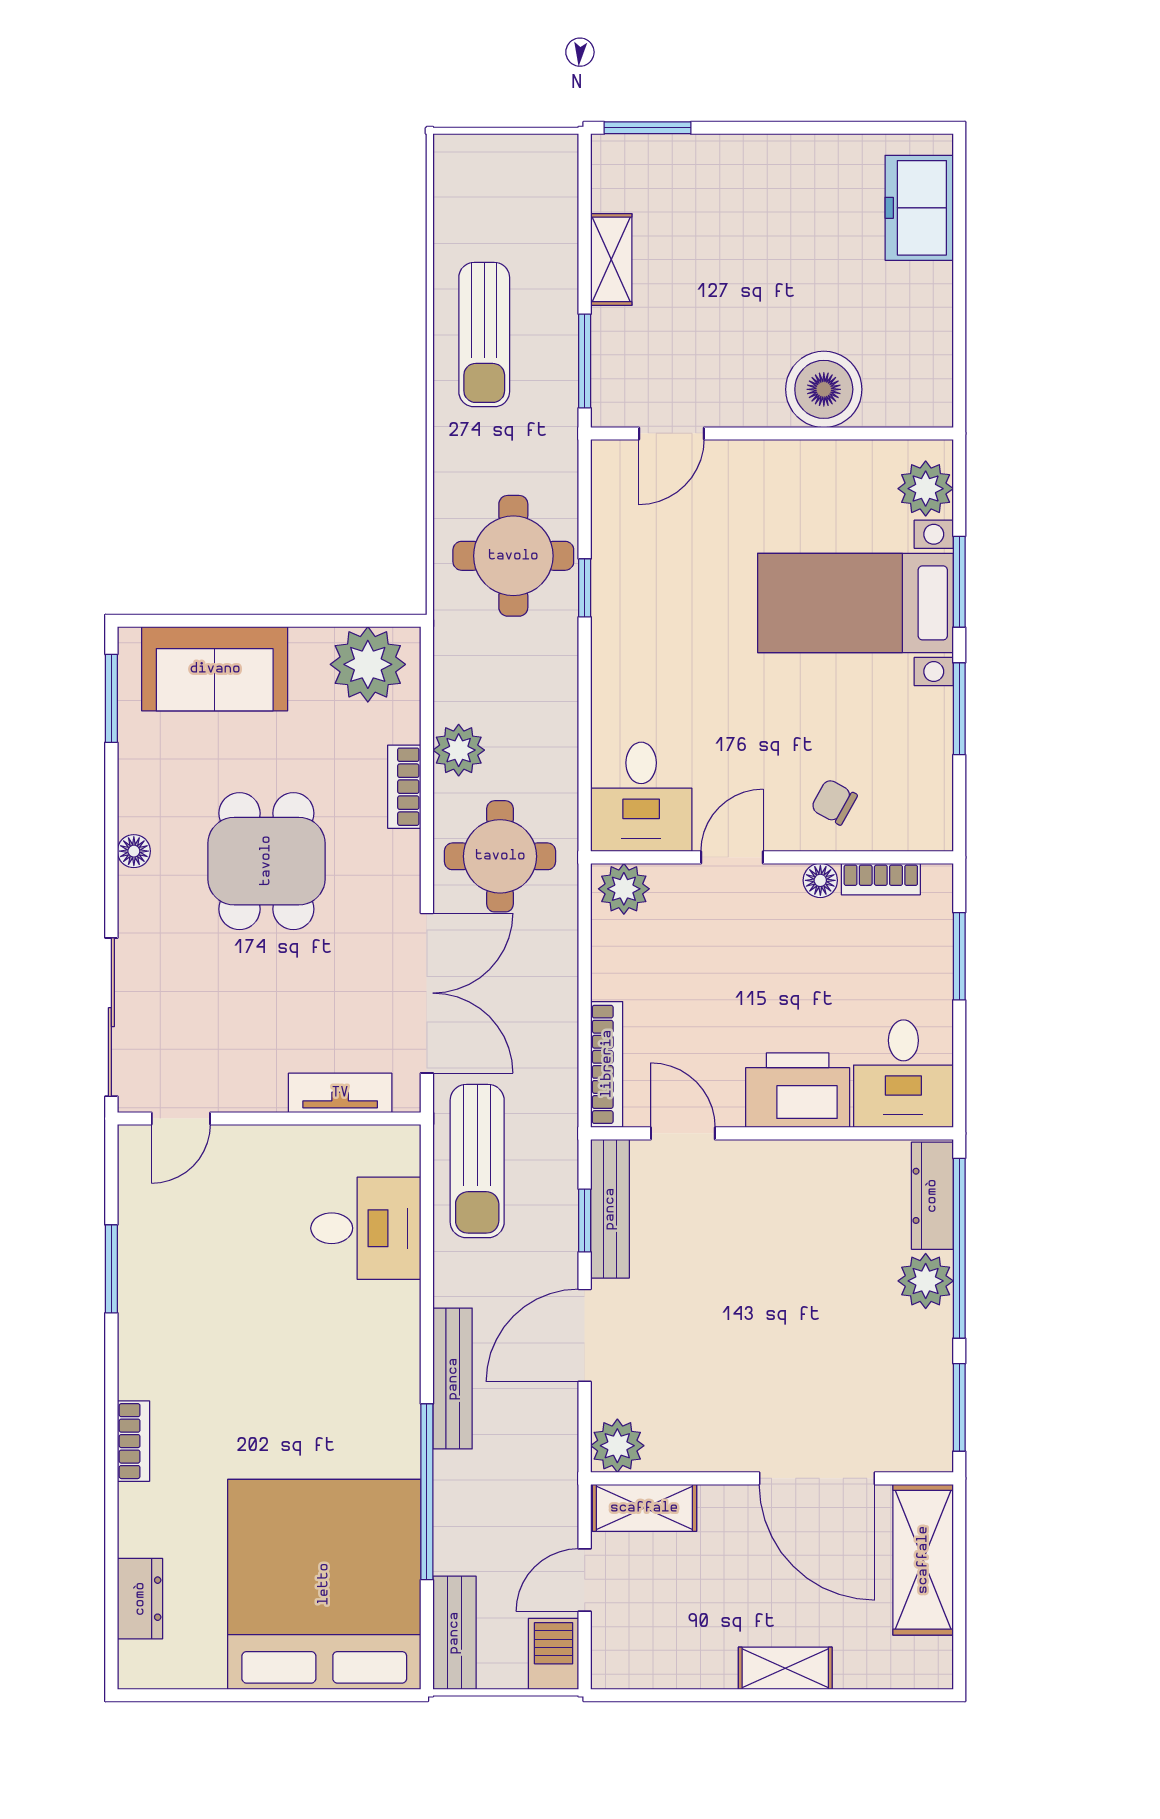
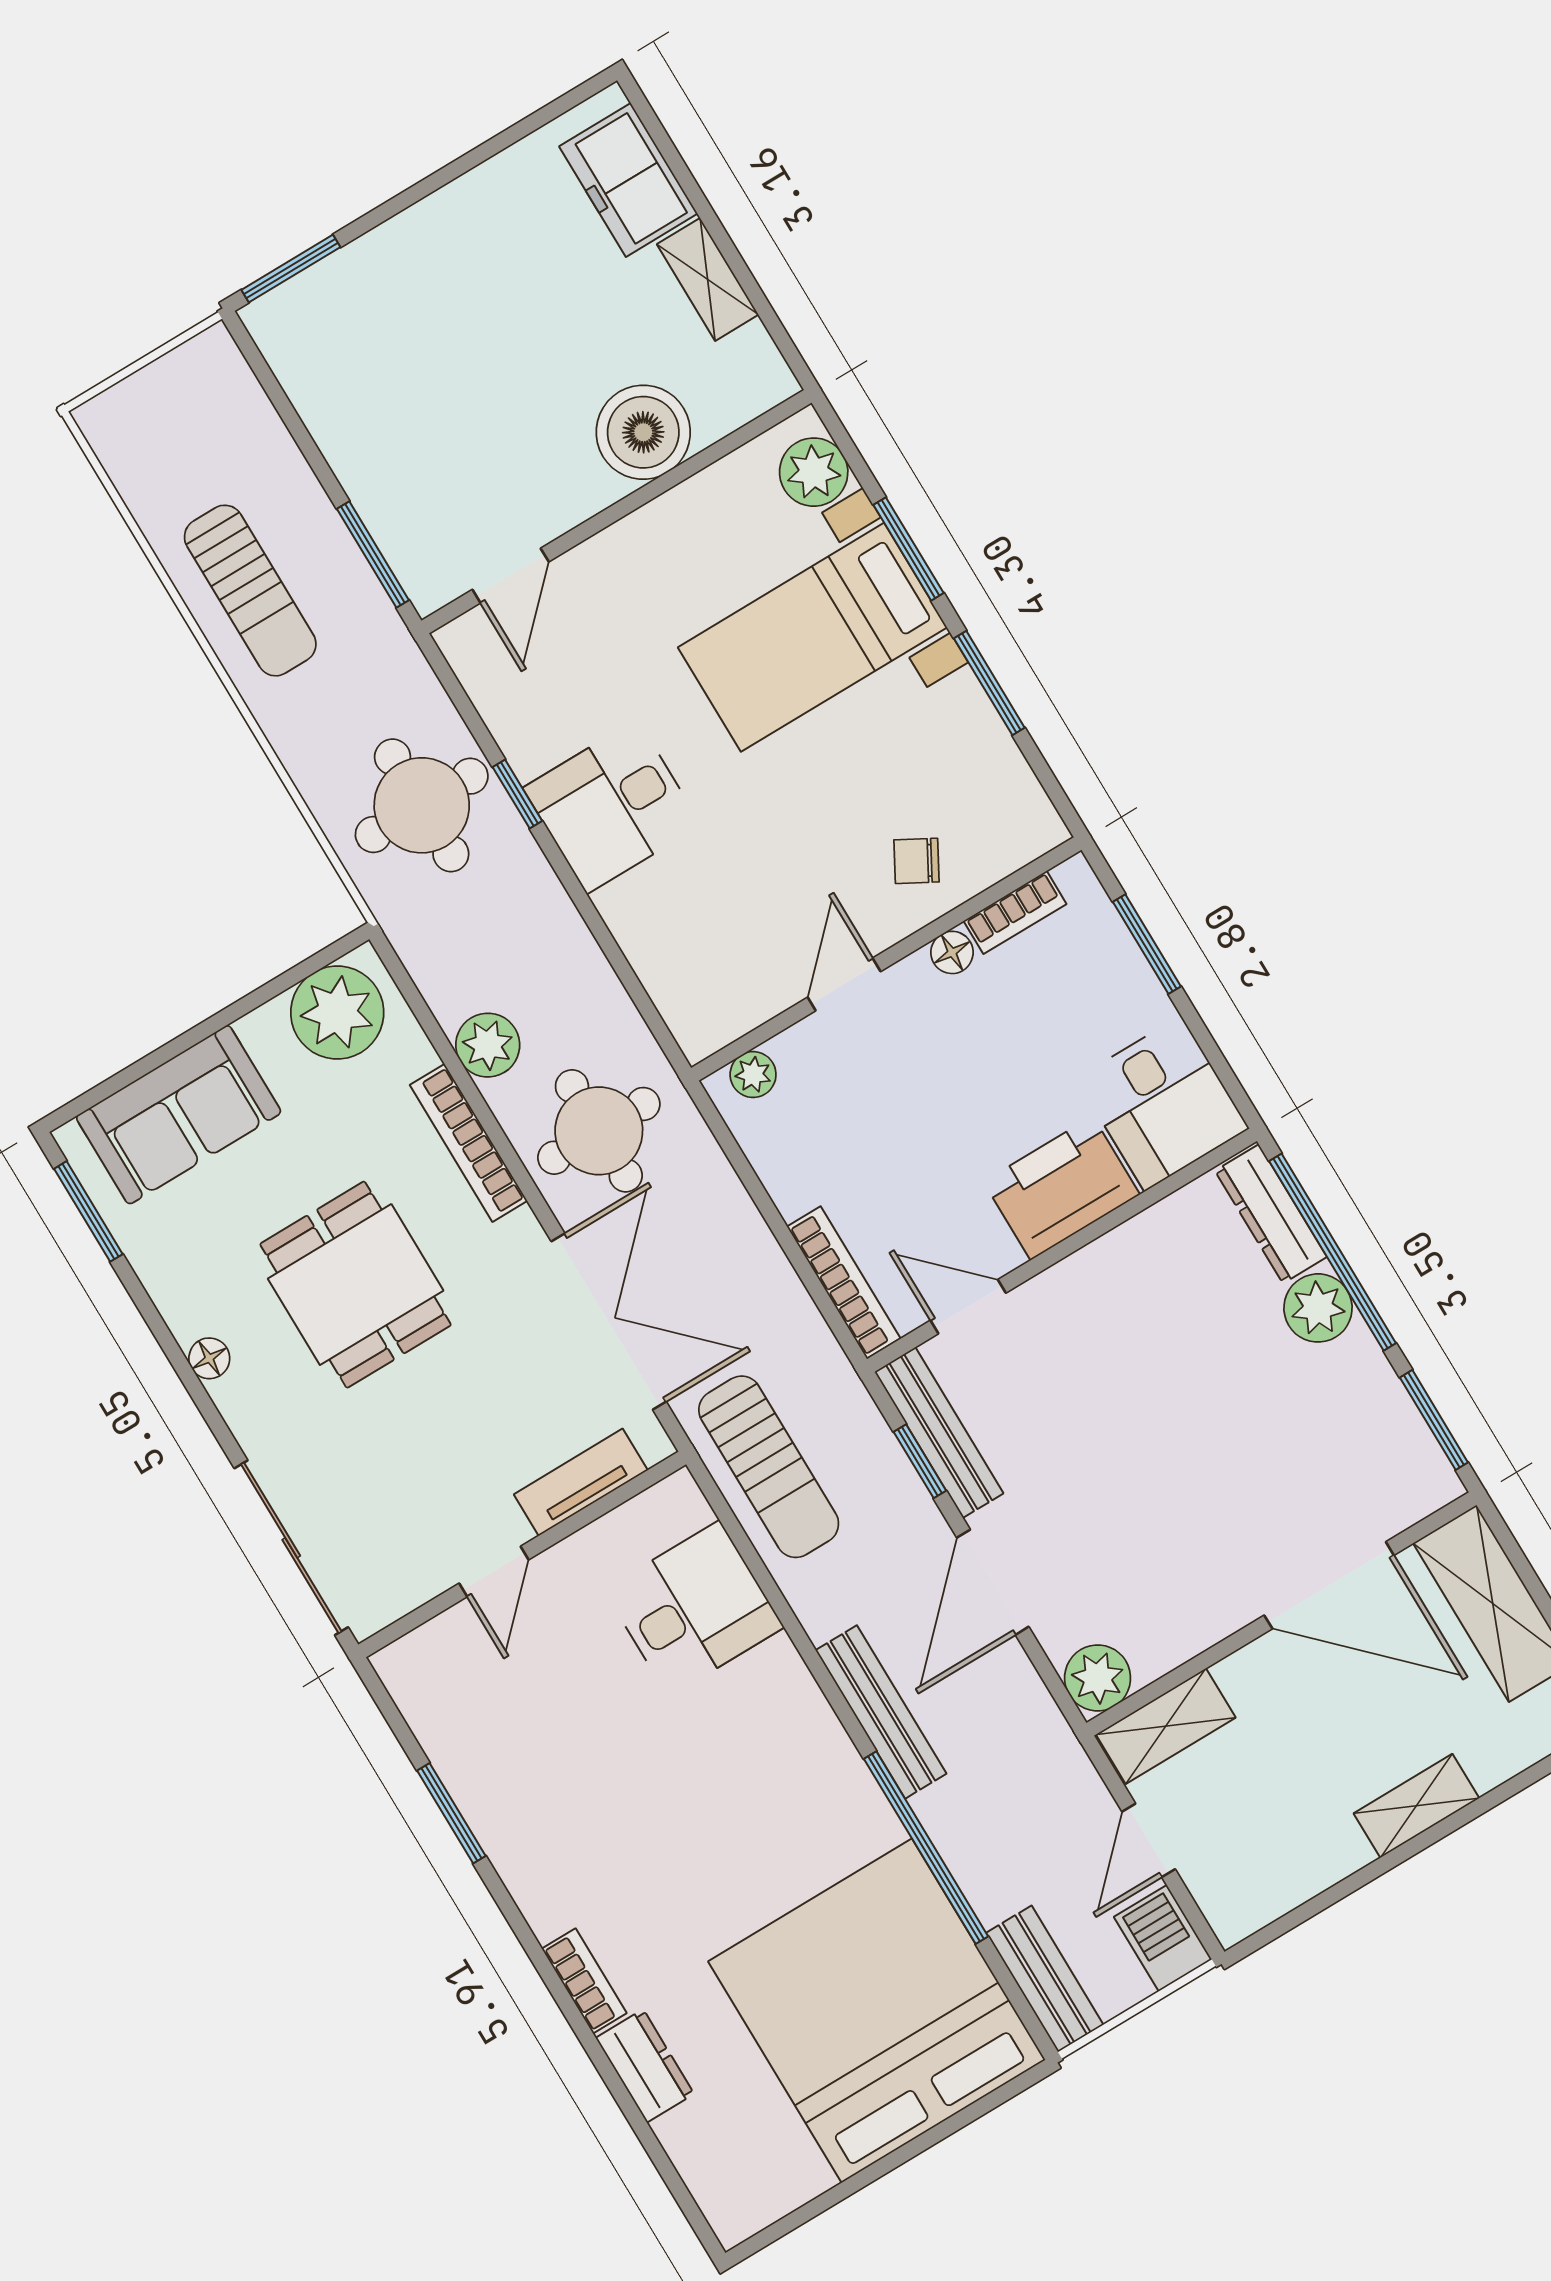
shelving: (611, 259) -> (708, 279), moved
bookcase: (404, 787) -> (468, 1143), width x1.56
desk: (641, 797) -> (612, 807), moved, turned 90
plant: (624, 889) -> (753, 1075), width x0.73, depth x0.73
door: (181, 1119) -> (494, 1572), moved
dresser: (140, 1599) -> (645, 2066), moved

